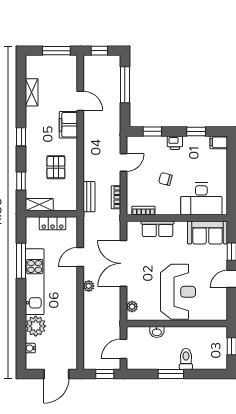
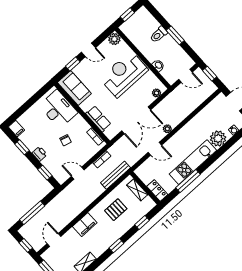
door: (80, 101) -> (54, 240), moved
bench: (89, 197) -> (116, 175), width x1.36
shelving: (39, 205) -> (137, 190), moved
locker: (52, 223) -> (157, 190), moved
plant: (220, 313) -> (114, 39), added

